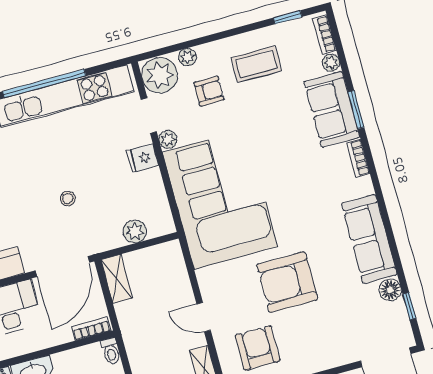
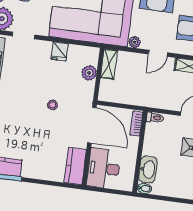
plant: (168, 139) -> (135, 42), moved
fridge: (143, 158) -> (60, 51), moved
shelving: (117, 279) -> (109, 64), moved, turned 90

